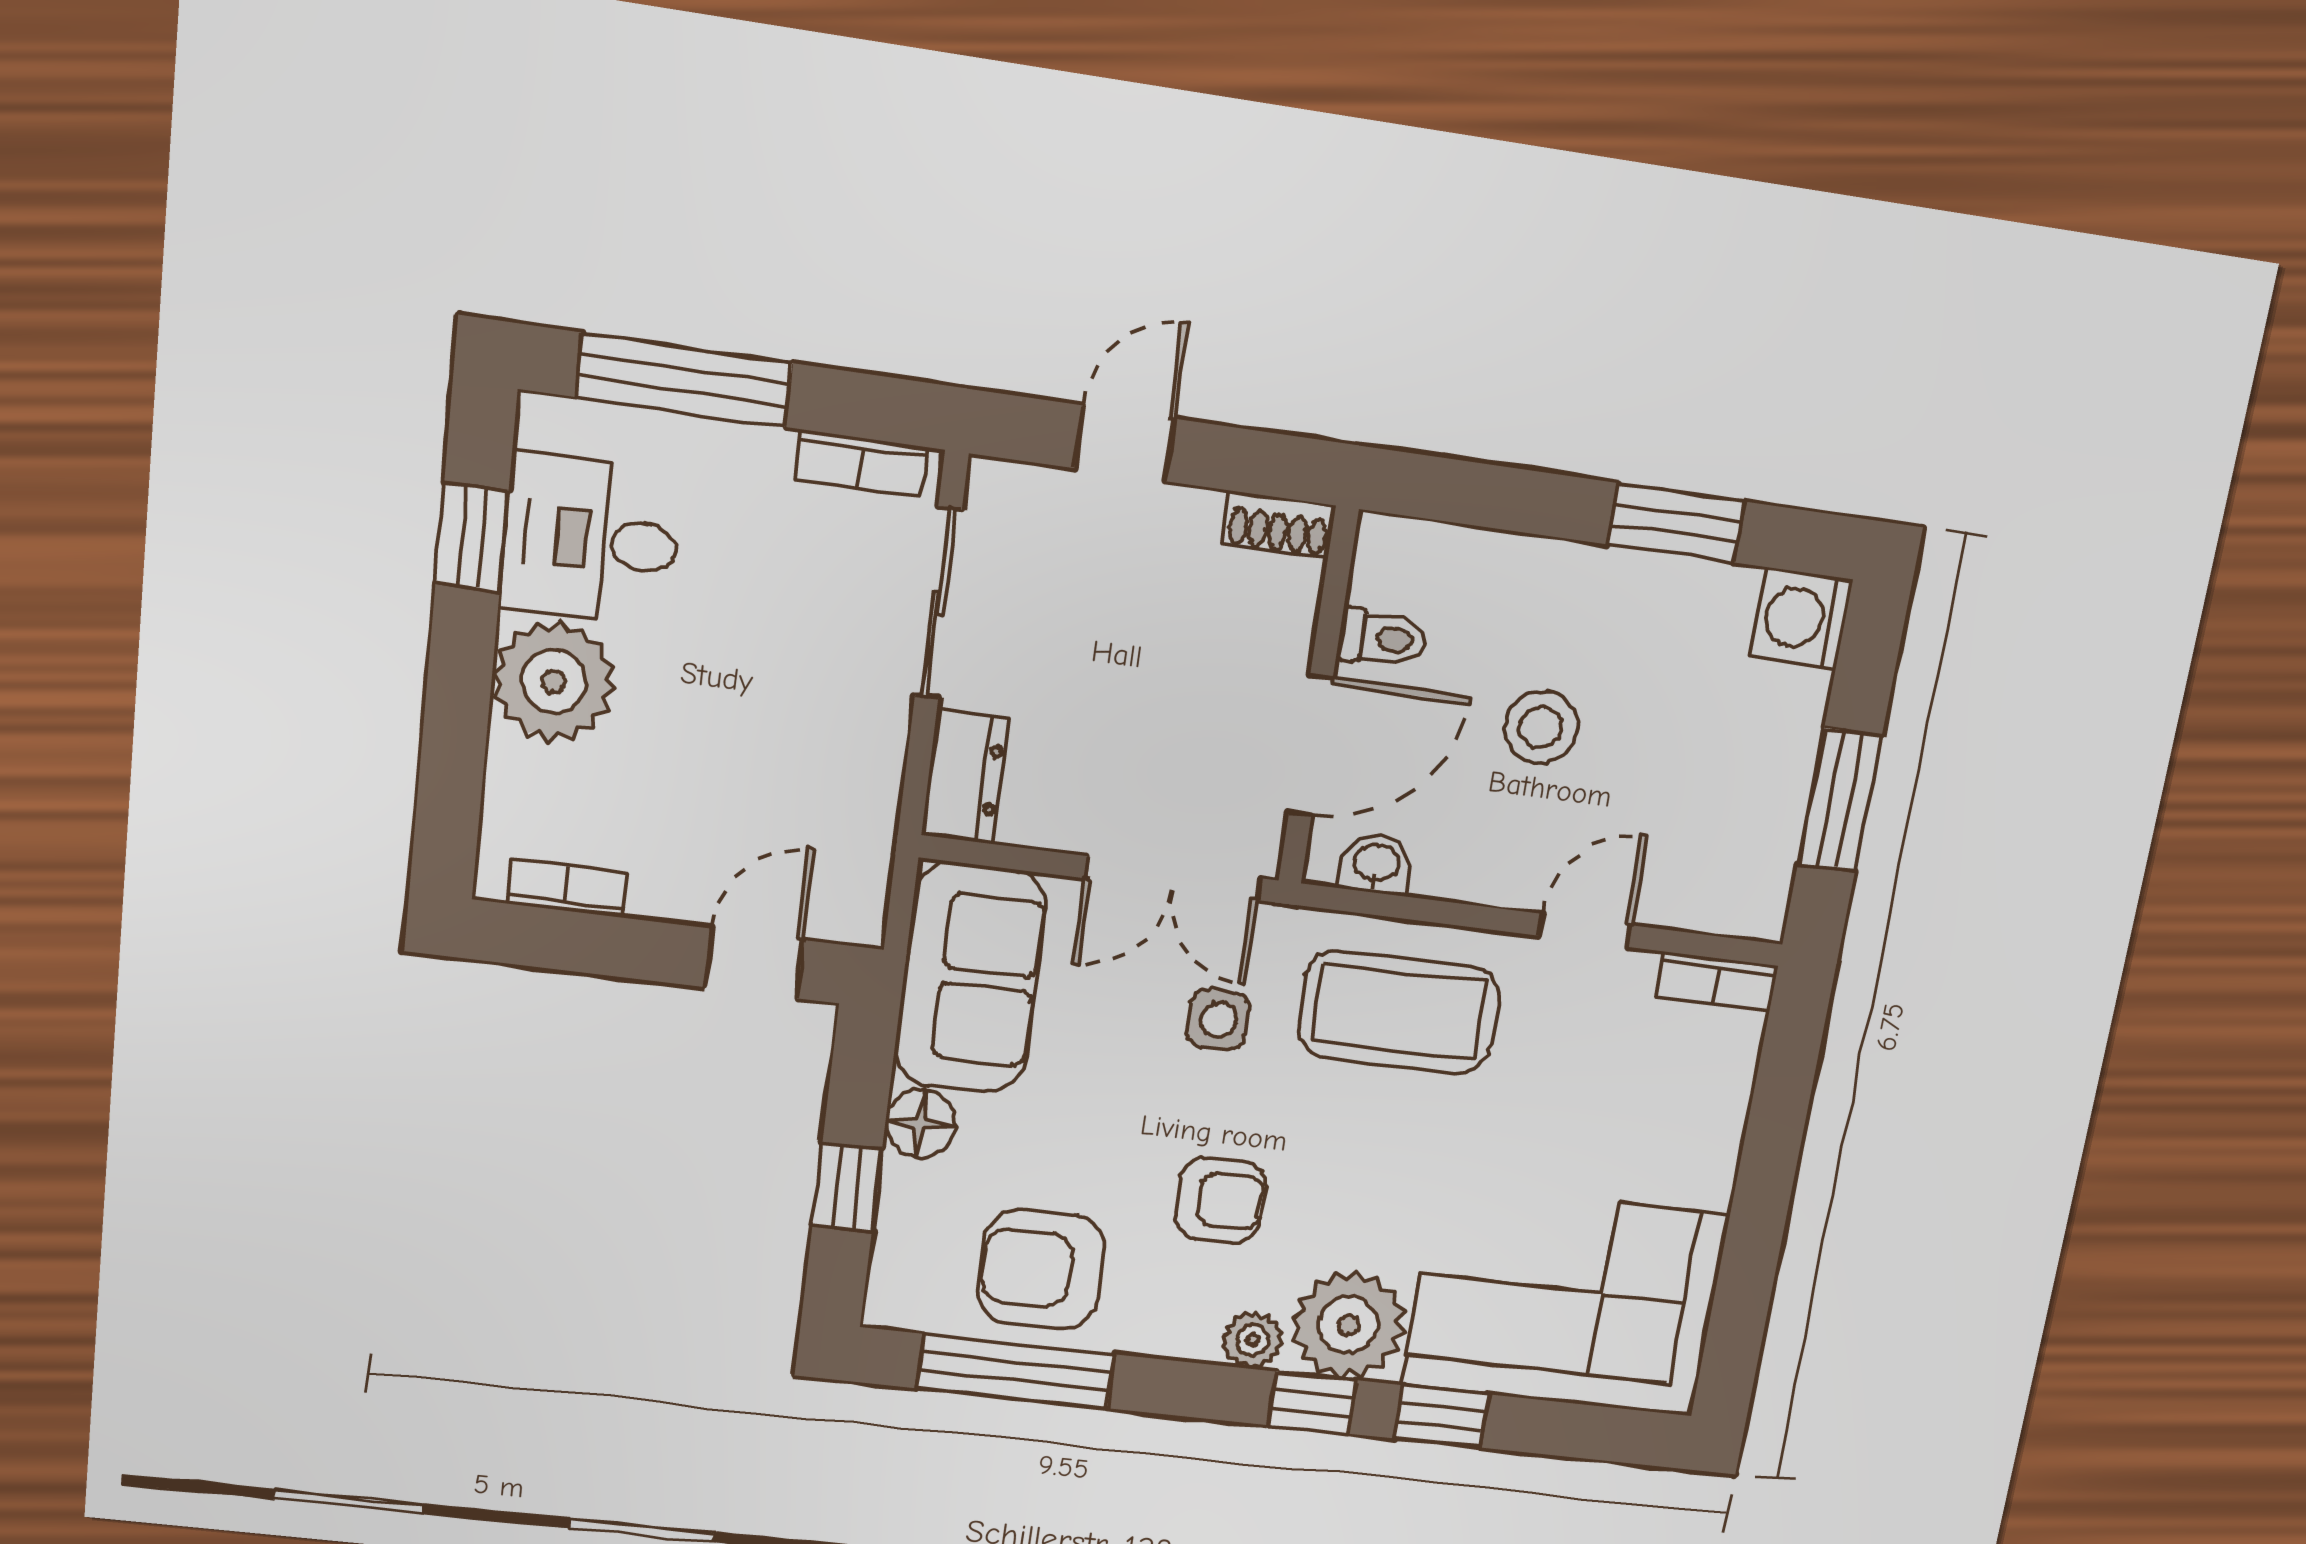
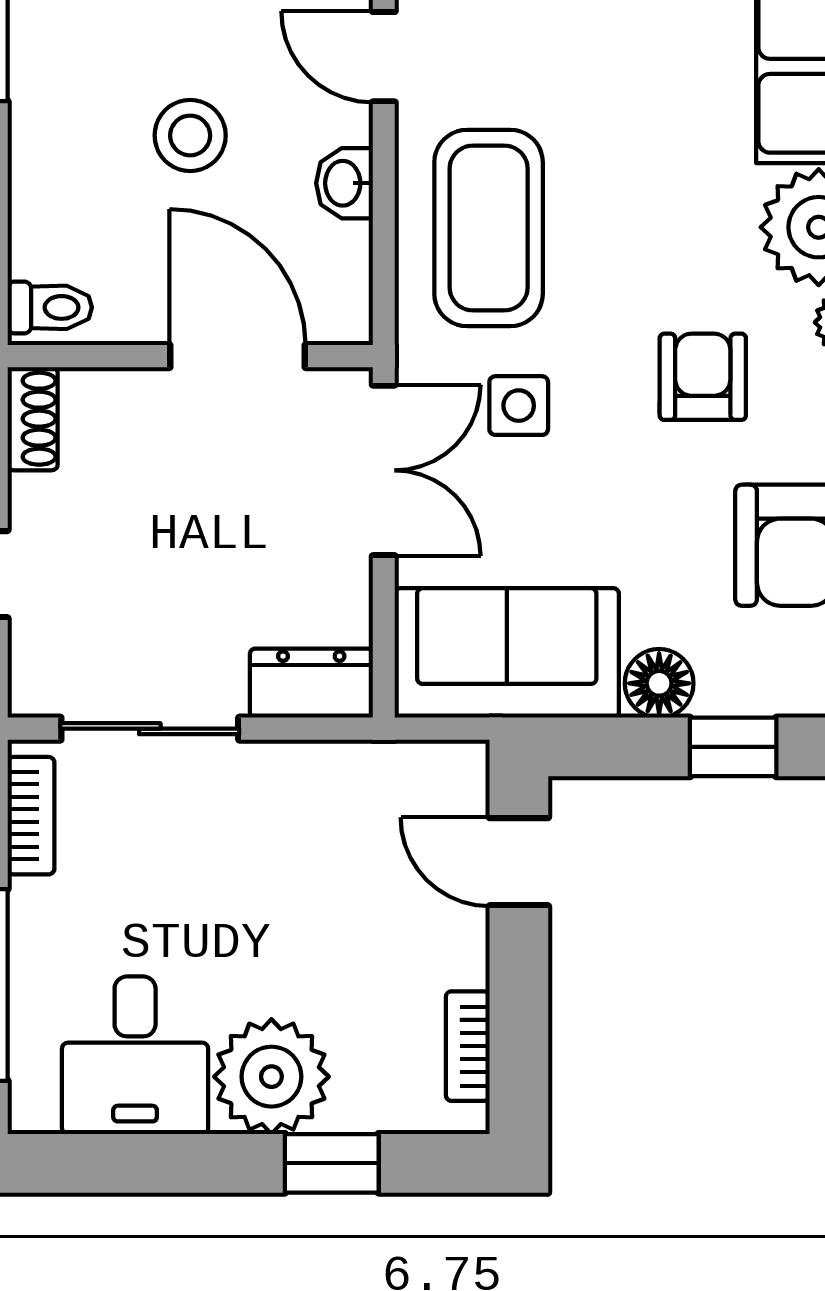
window: (472, 537) -> (332, 1163), moved
toilet: (1383, 638) -> (50, 307), moved, turned 90
washbasin: (1376, 864) -> (344, 183), moved

